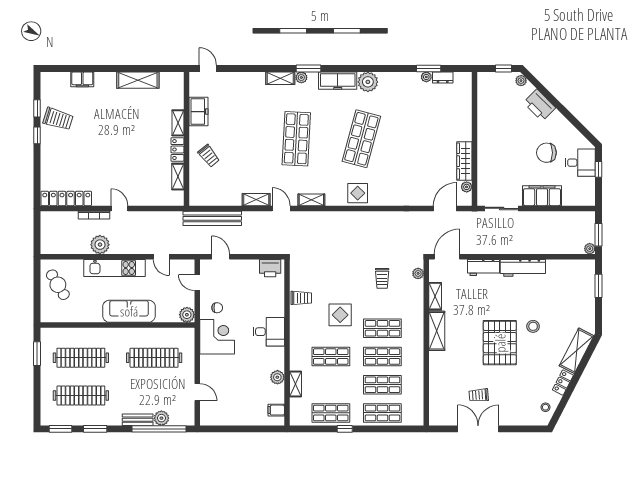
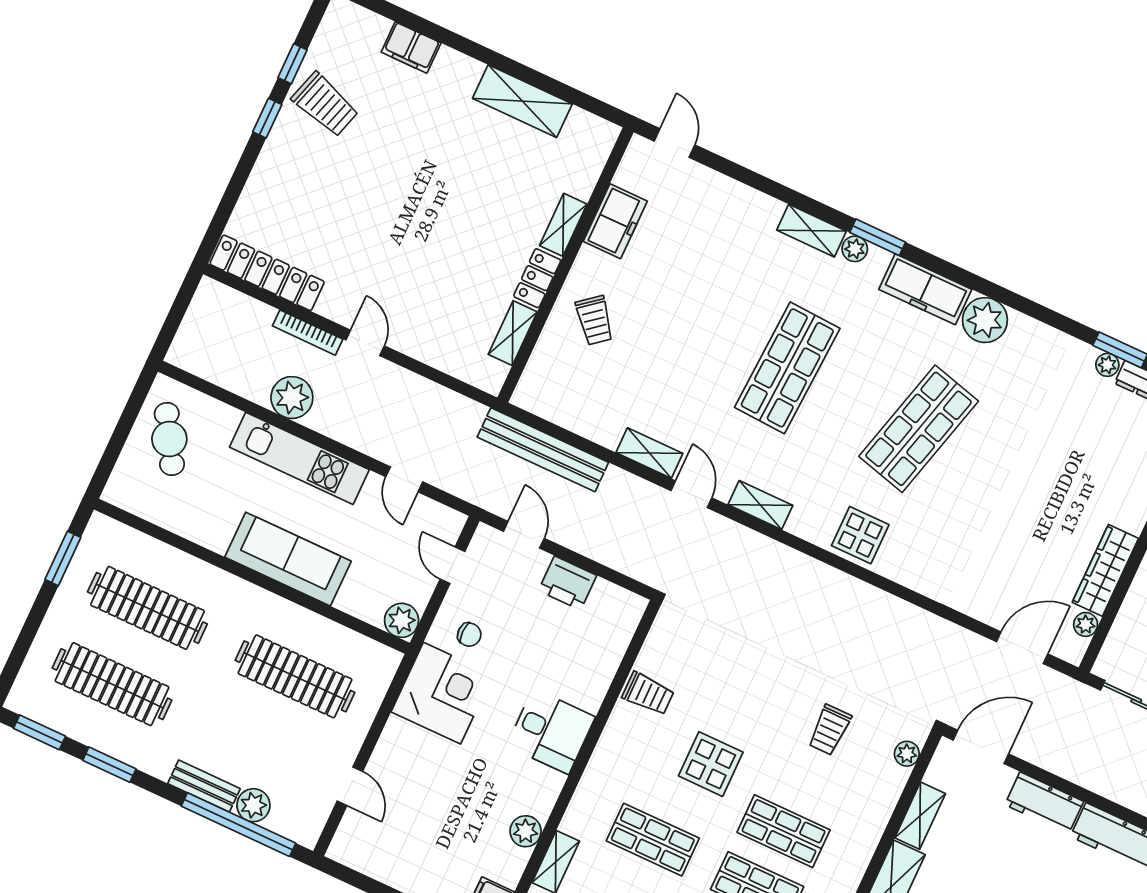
printer: (270, 268) -> (568, 583), moved

